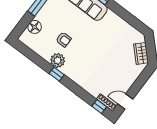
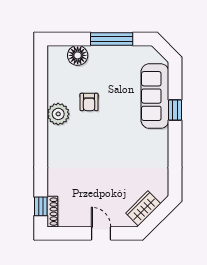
window: (57, 74) -> (41, 125), removed
door: (125, 102) -> (101, 233), moved

